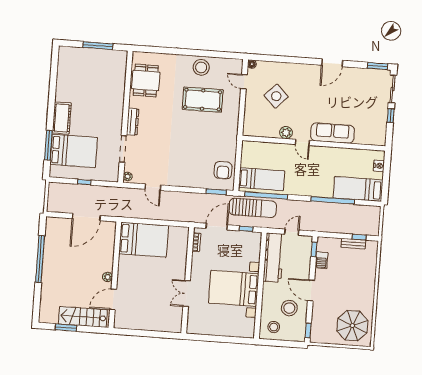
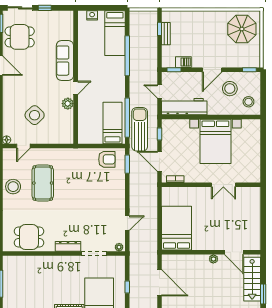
dining table: (361, 86) -> (20, 37), added

